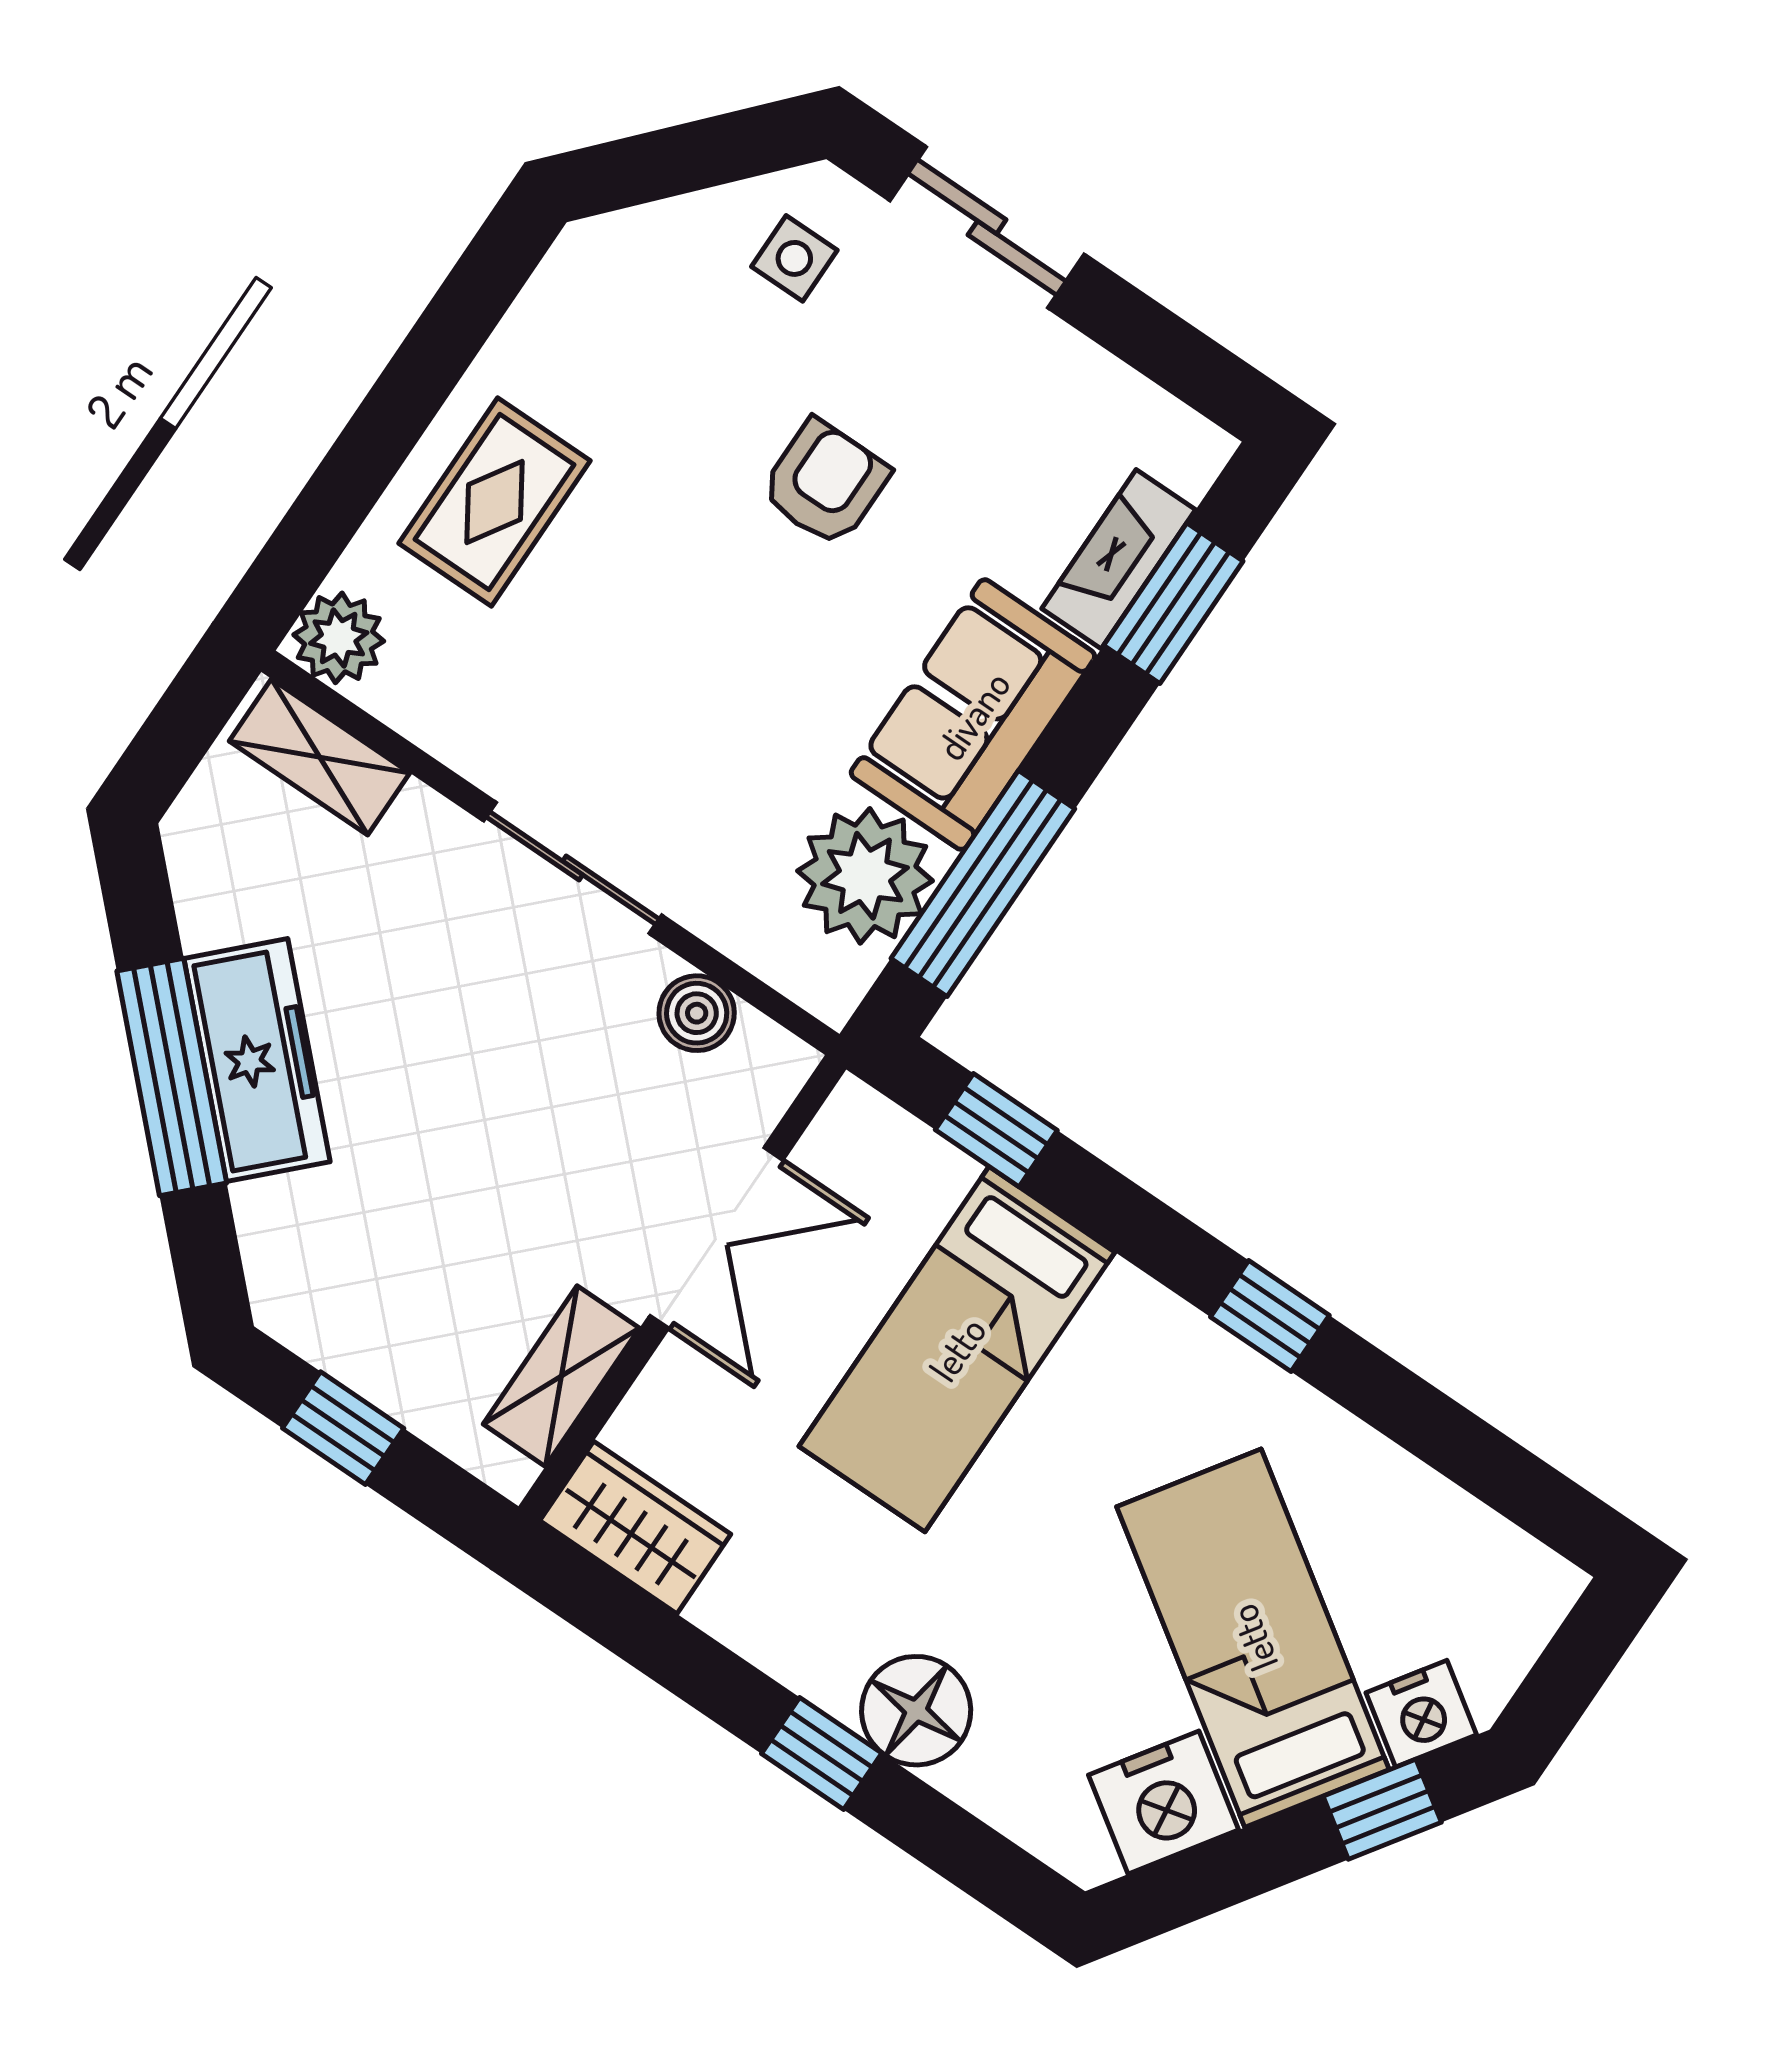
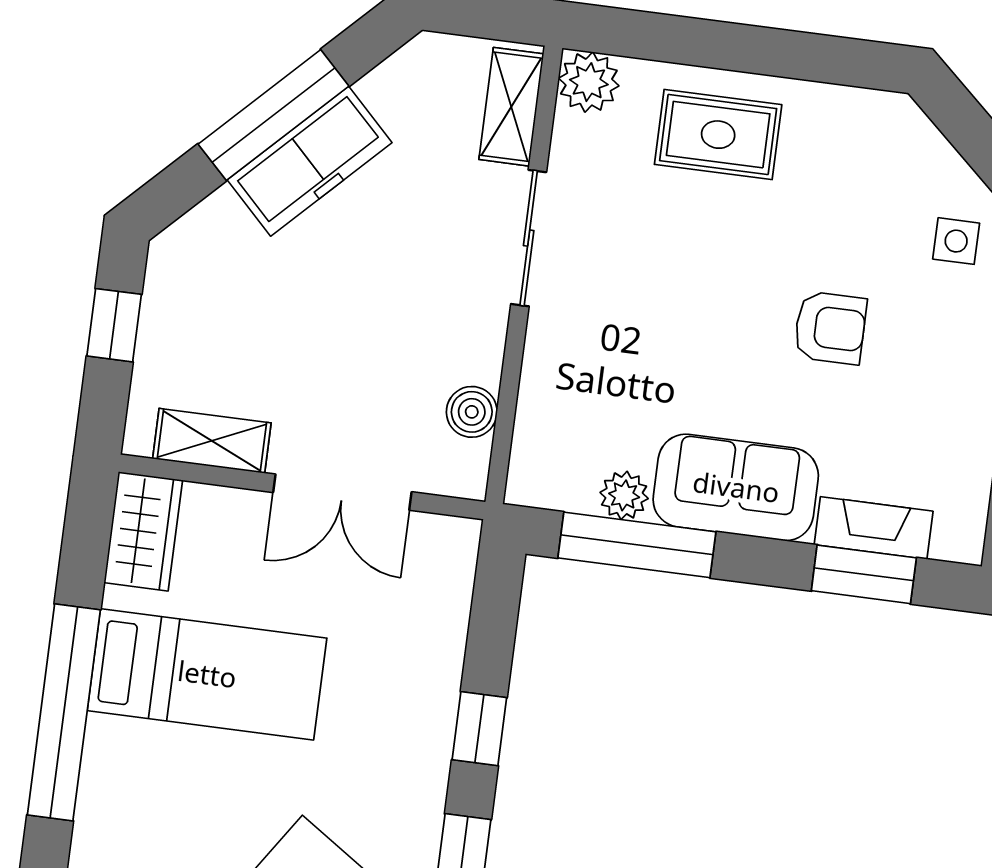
sliding door: (573, 868) -> (529, 238), moved
plant: (865, 876) -> (624, 495), width x0.53, depth x0.53
window: (996, 1130) -> (479, 729), moved
bed: (957, 1349) -> (207, 674), moved, turned 180
floor lamp: (916, 1711) -> (118, 756), removed
window: (822, 1753) -> (64, 712), width x3.17

